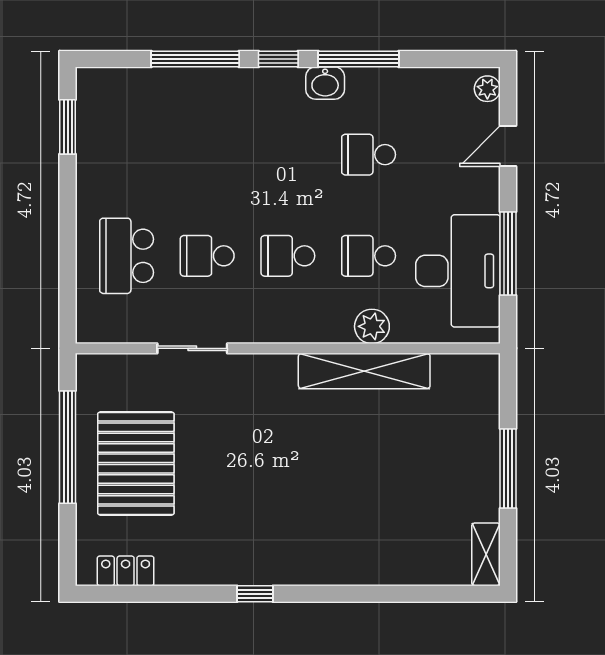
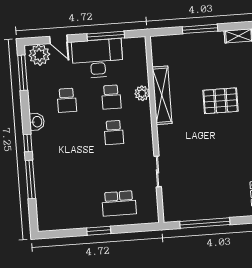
window: (358, 59) -> (23, 73), moved
plant: (487, 89) -> (39, 55), width x1.88, depth x1.88
window: (68, 127) -> (99, 231), moved
school desk: (207, 256) -> (116, 168), removed
desk: (458, 271) -> (97, 59), moved
pallet: (136, 464) -> (221, 101), moved, width x0.73, depth x0.71

